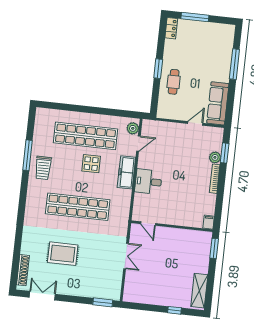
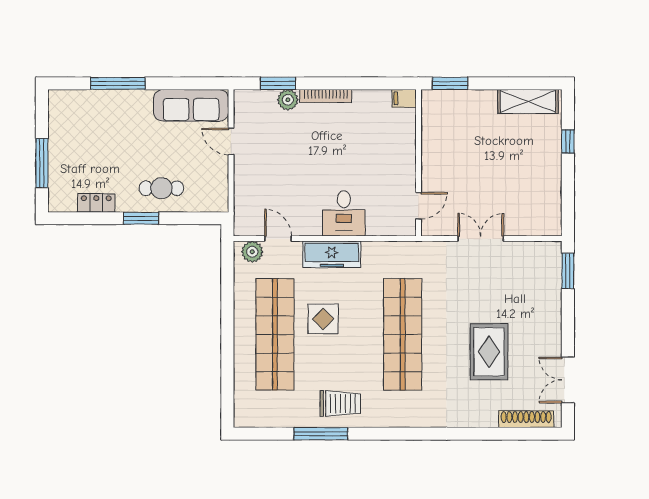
locker: (171, 28) -> (96, 203), moved

